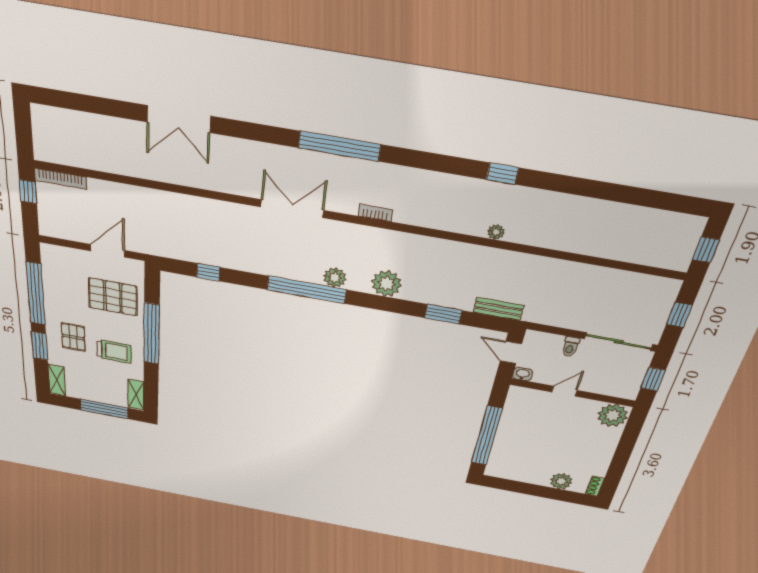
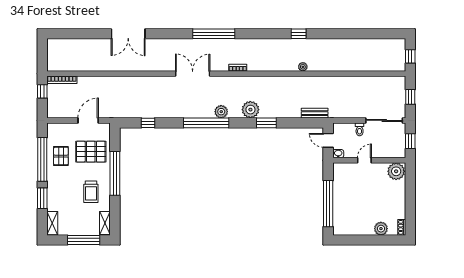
window: (443, 314) -> (266, 123), moved
pallet: (73, 337) -> (61, 156), moved
trolley: (114, 351) -> (91, 192), turned 90

